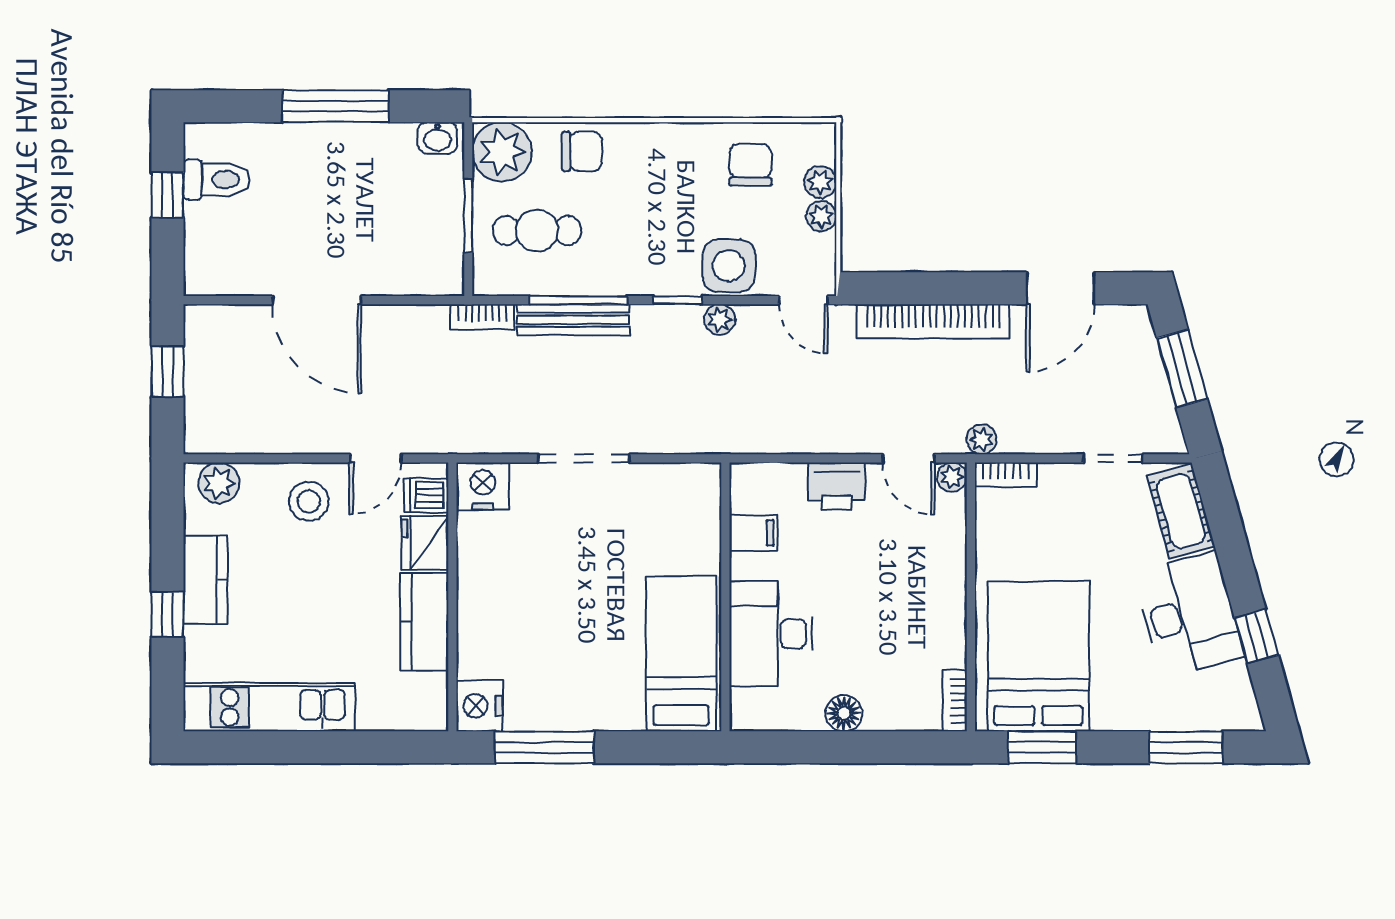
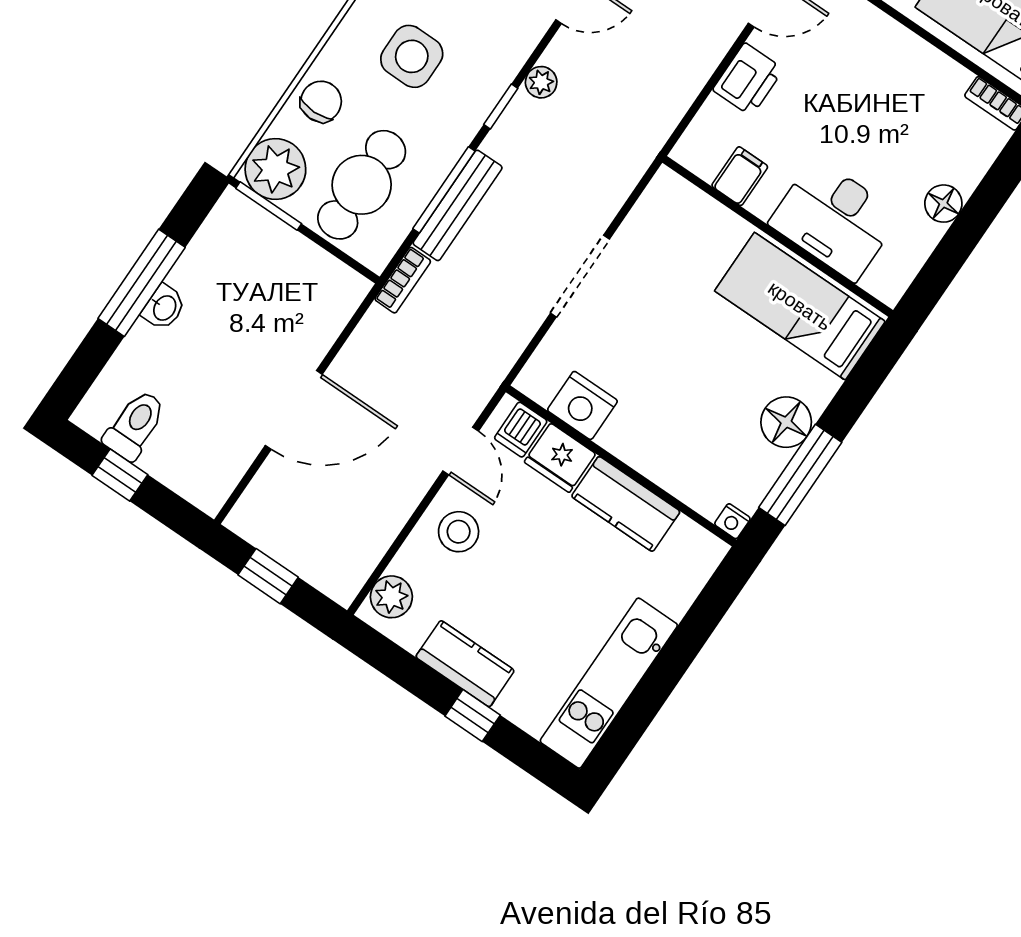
washbasin: (437, 138) -> (164, 307), moved
window: (468, 216) -> (269, 206), moved
cafe table: (537, 231) -> (362, 185), width x1.37, depth x1.35
side table: (729, 266) -> (412, 56), moved
nightstand: (483, 486) -> (582, 405), moved, turned -90
nightstand: (479, 706) -> (732, 521), width x0.53, depth x0.56
floor lamp: (579, 707) -> (786, 422), added

